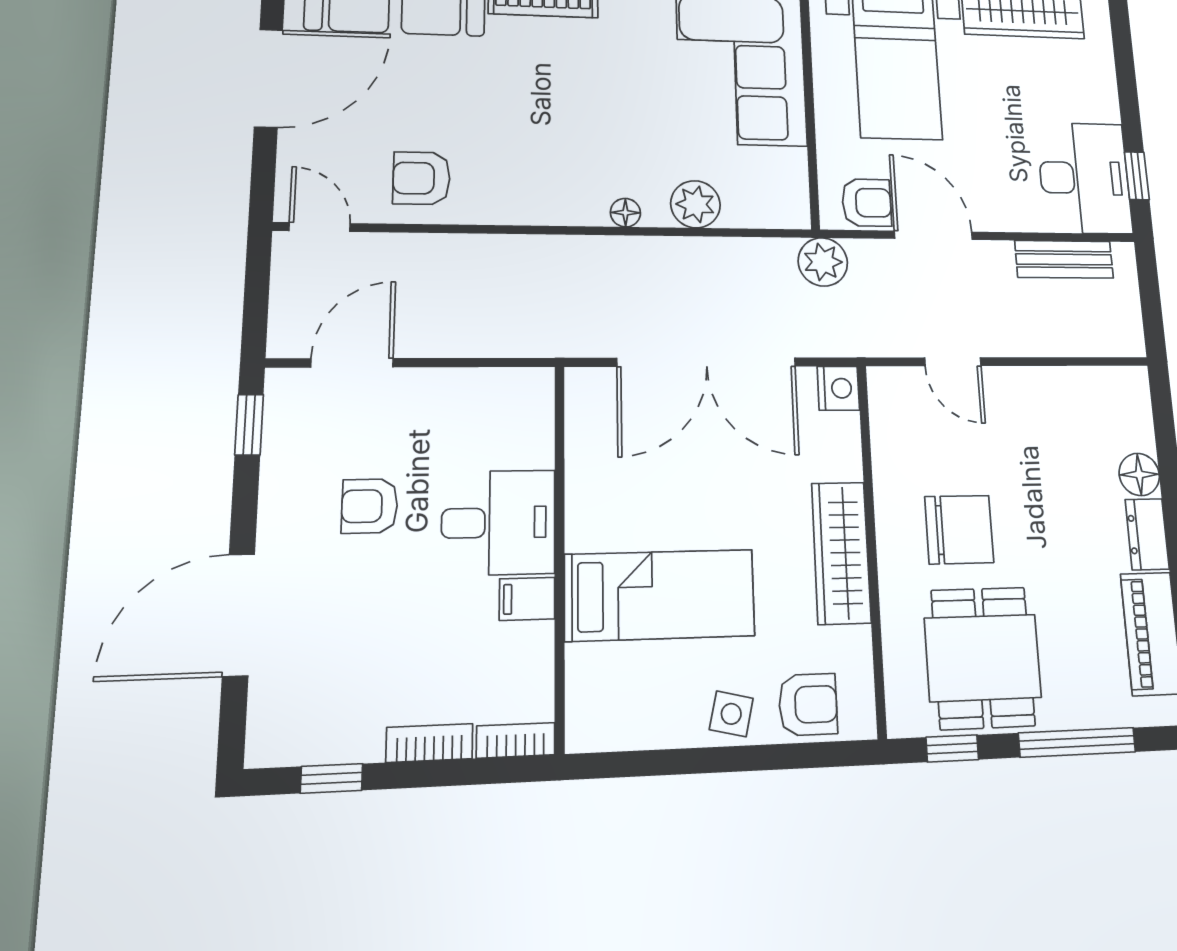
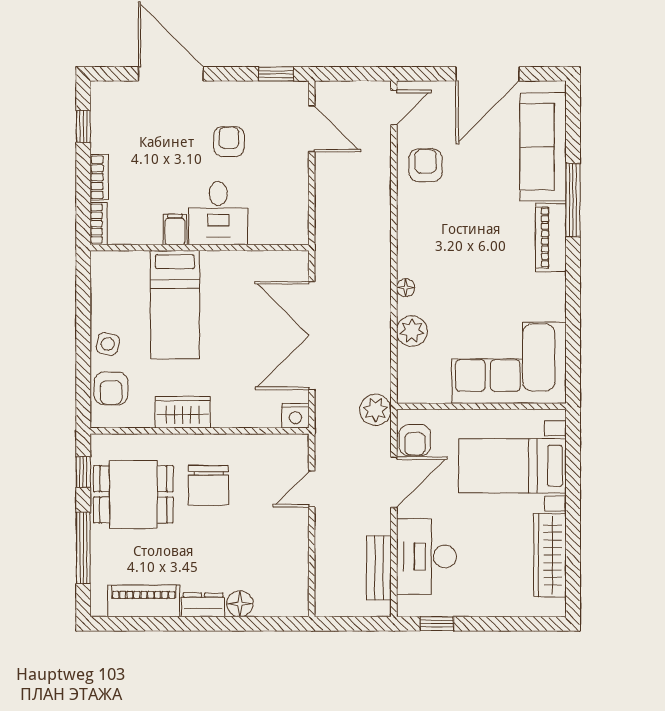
door: (269, 78) -> (488, 74), hinge flipped
desk: (1084, 178) -> (426, 557), moved, turned 90
wardrobe: (841, 553) -> (183, 412), width x0.67

